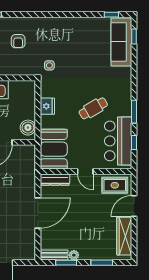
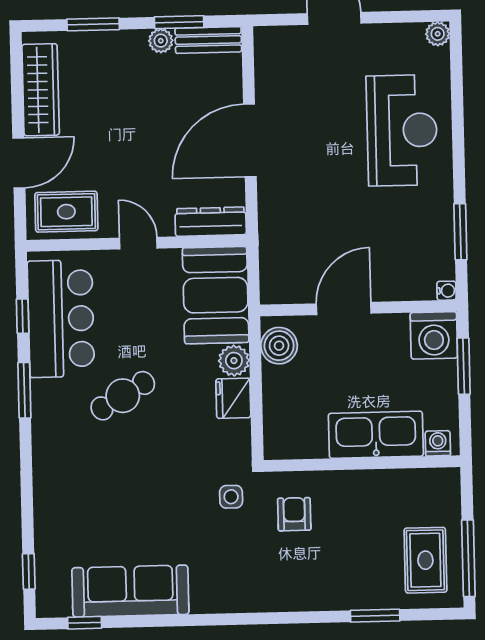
armchair: (18, 41) -> (294, 514), moved
sofa: (121, 42) -> (130, 591), moved, turned -90
plant: (47, 122) -> (234, 361), added

